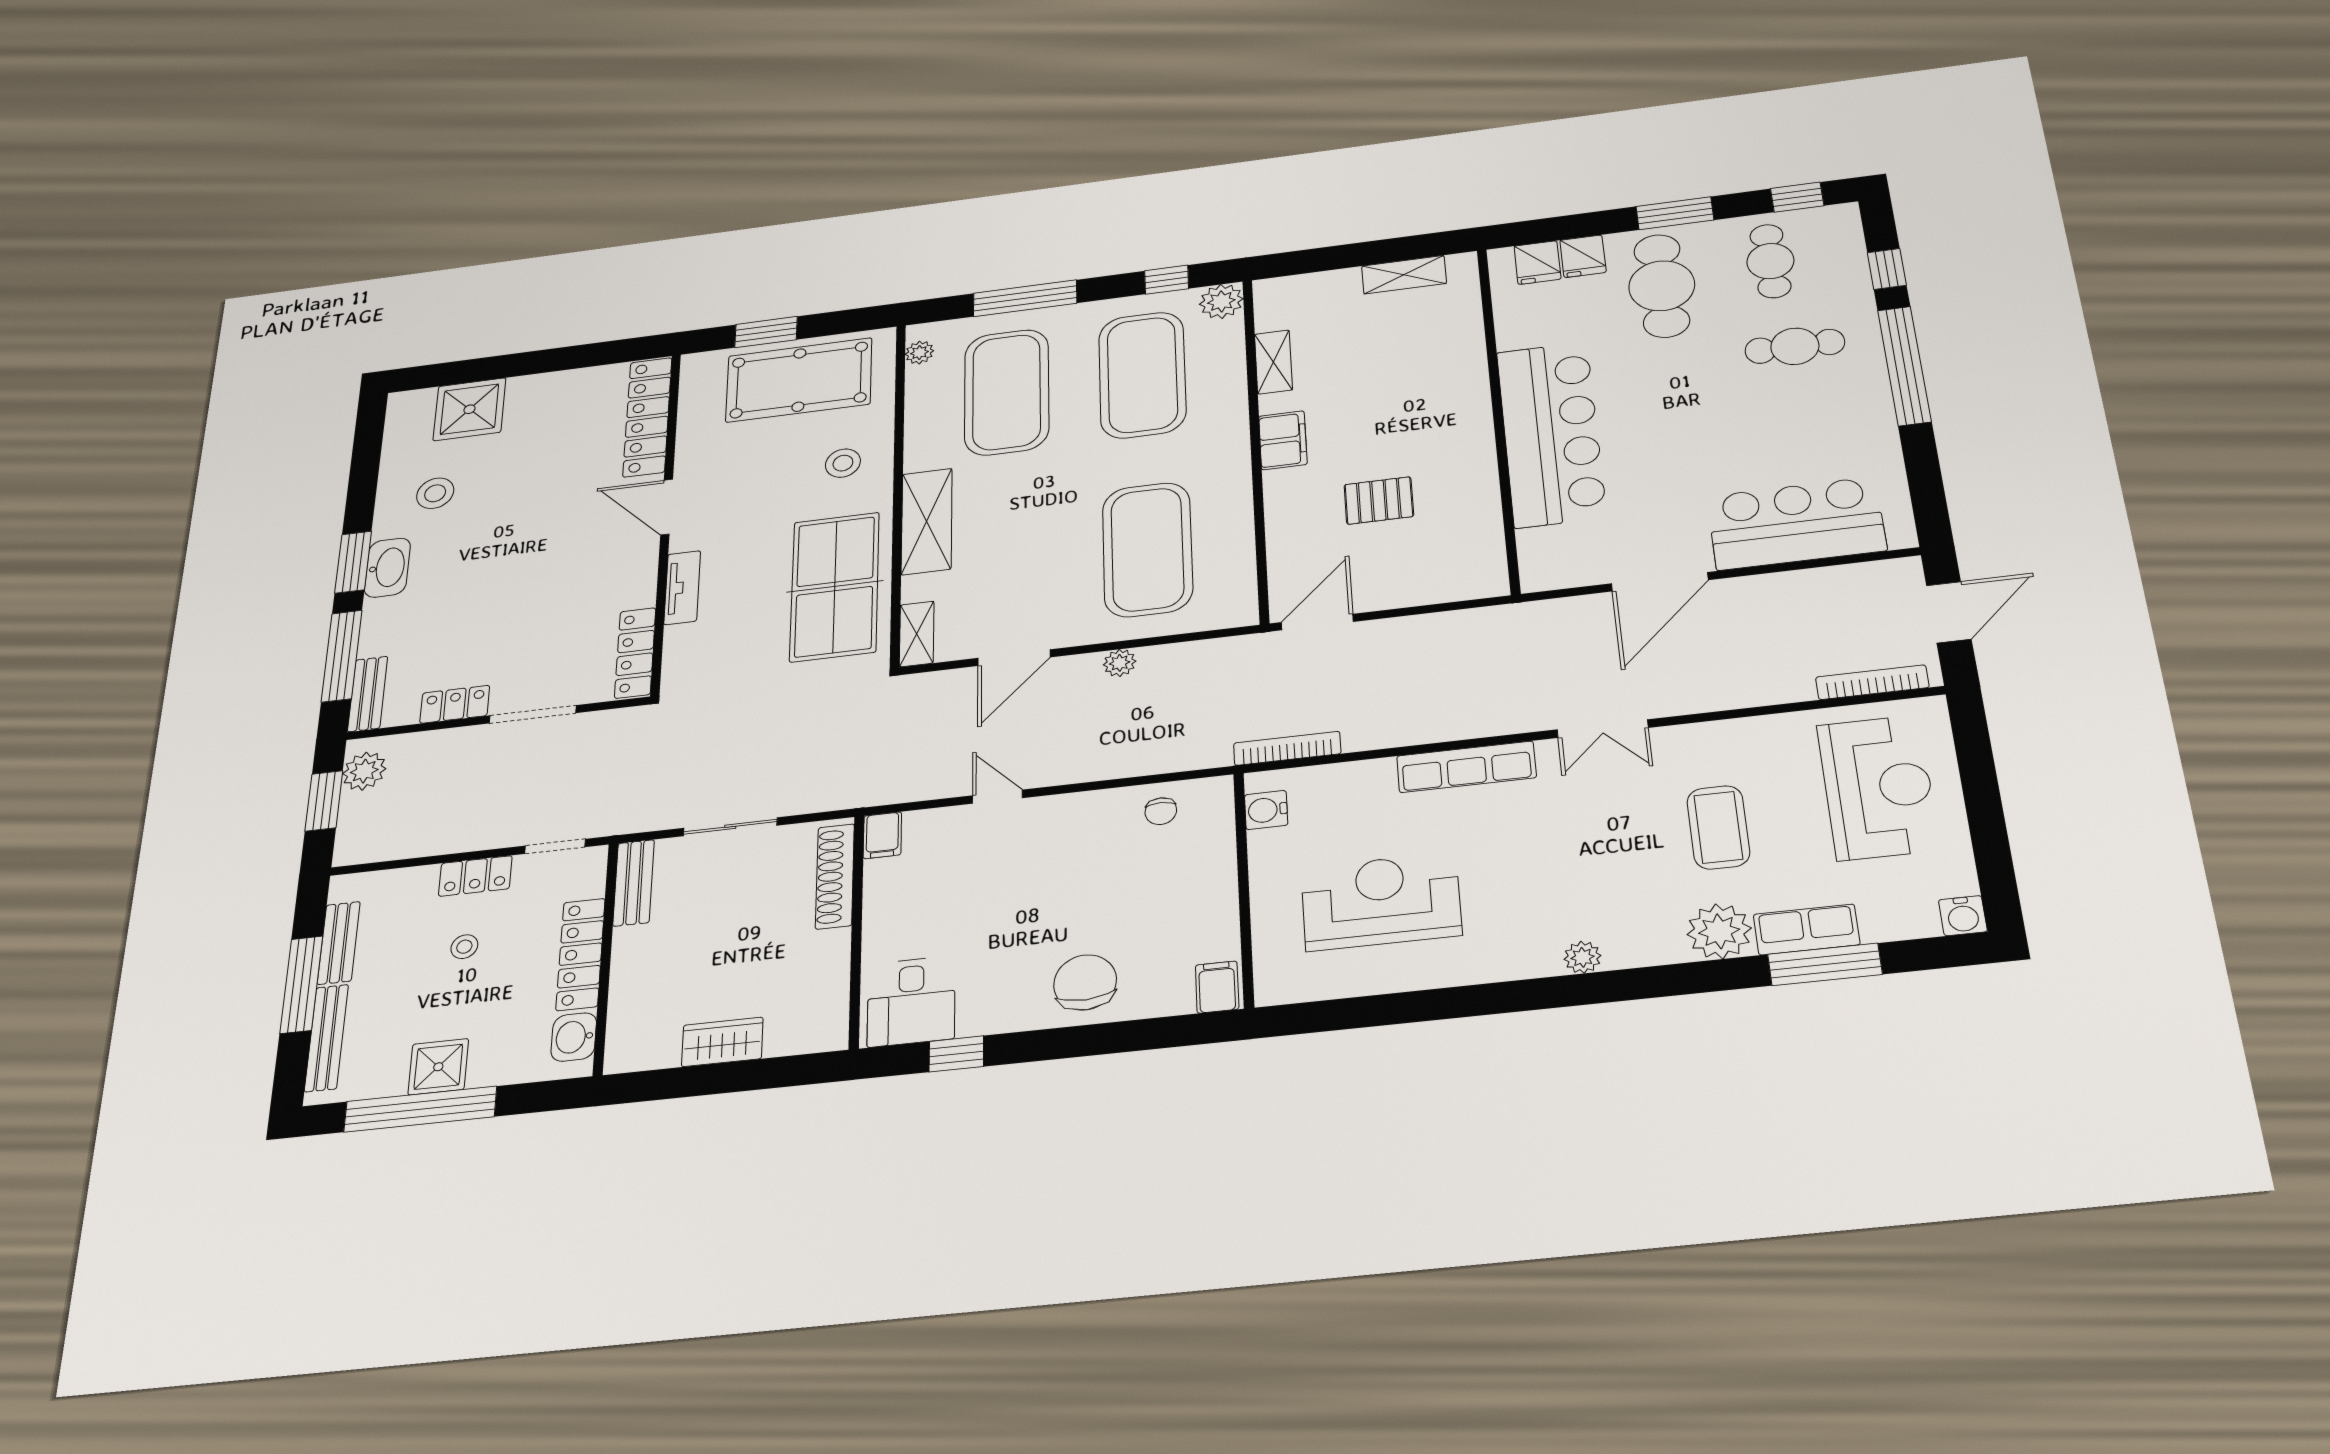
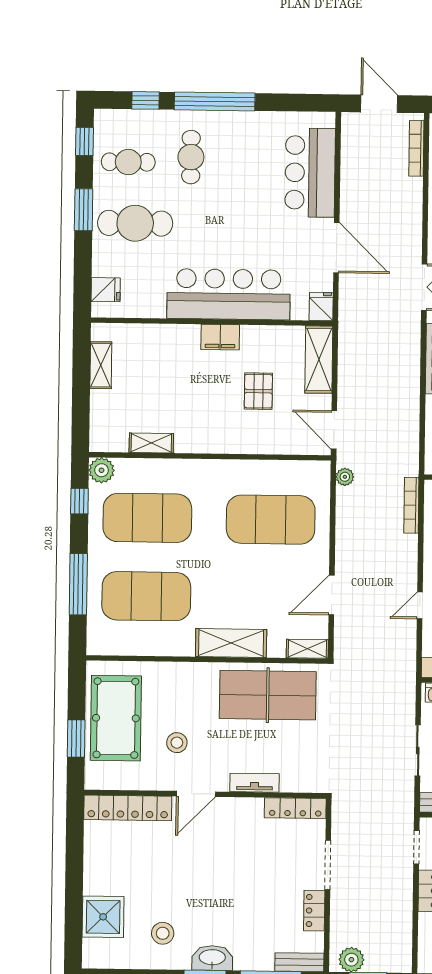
fridge: (1583, 256) -> (321, 307), moved, turned -90
plant: (919, 353) -> (108, 647), removed
filing cabinet: (1283, 440) -> (220, 337), moved, turned 180
stool: (843, 463) -> (177, 743), moved
shelving: (1446, 582) -> (319, 360), added
door: (1014, 658) -> (332, 595), swing flipped
plant: (1120, 663) -> (345, 477), moved
bookcase: (1287, 748) -> (411, 505), moved

